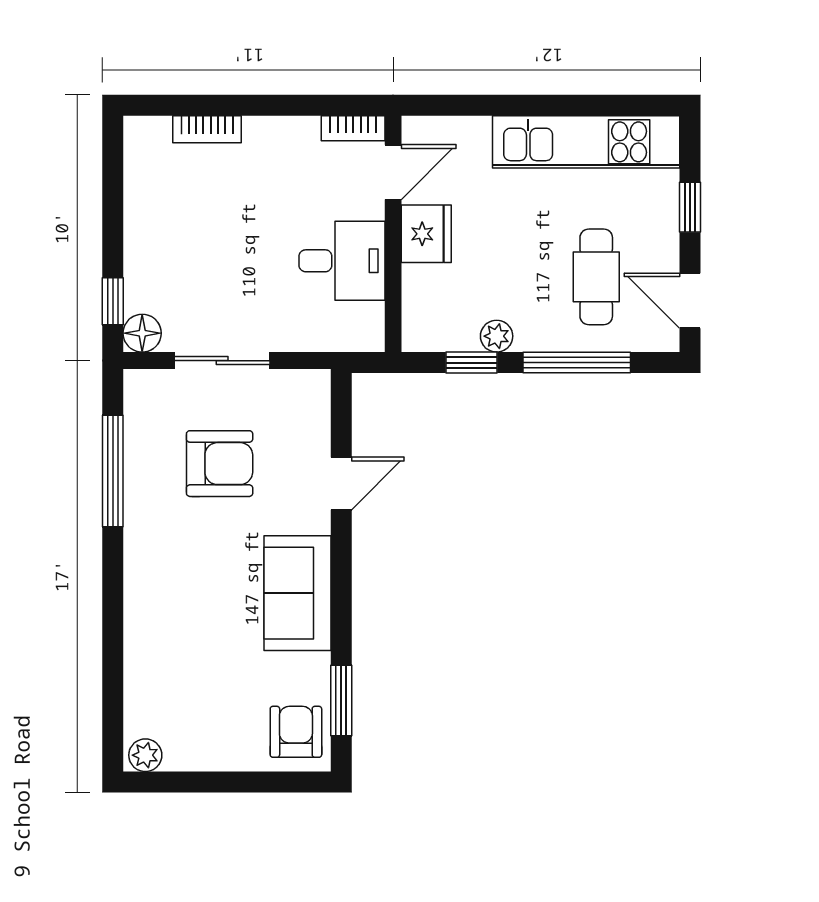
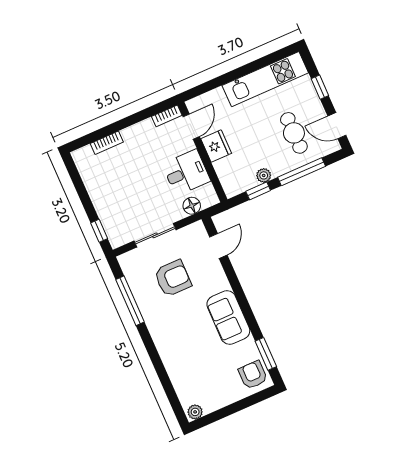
floor lamp: (142, 333) -> (192, 206), moved
door: (341, 484) -> (218, 246), moved

